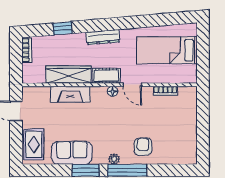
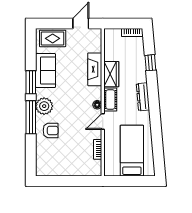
wardrobe: (69, 75) -> (111, 74), width x0.67
plant: (114, 159) -> (44, 106), width x1.87, depth x1.87

